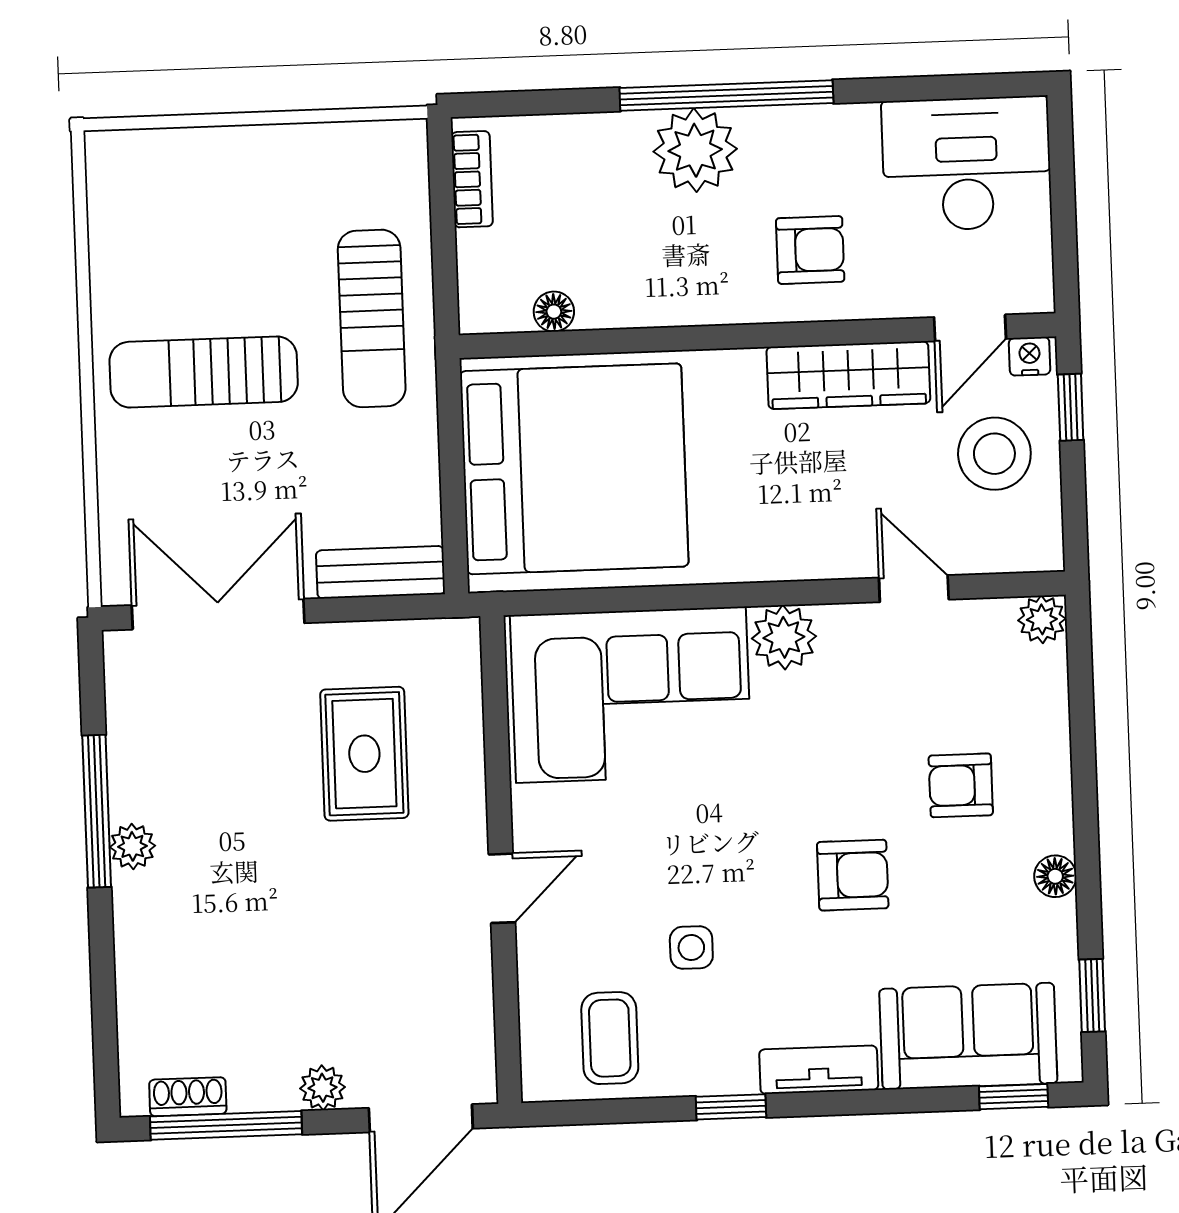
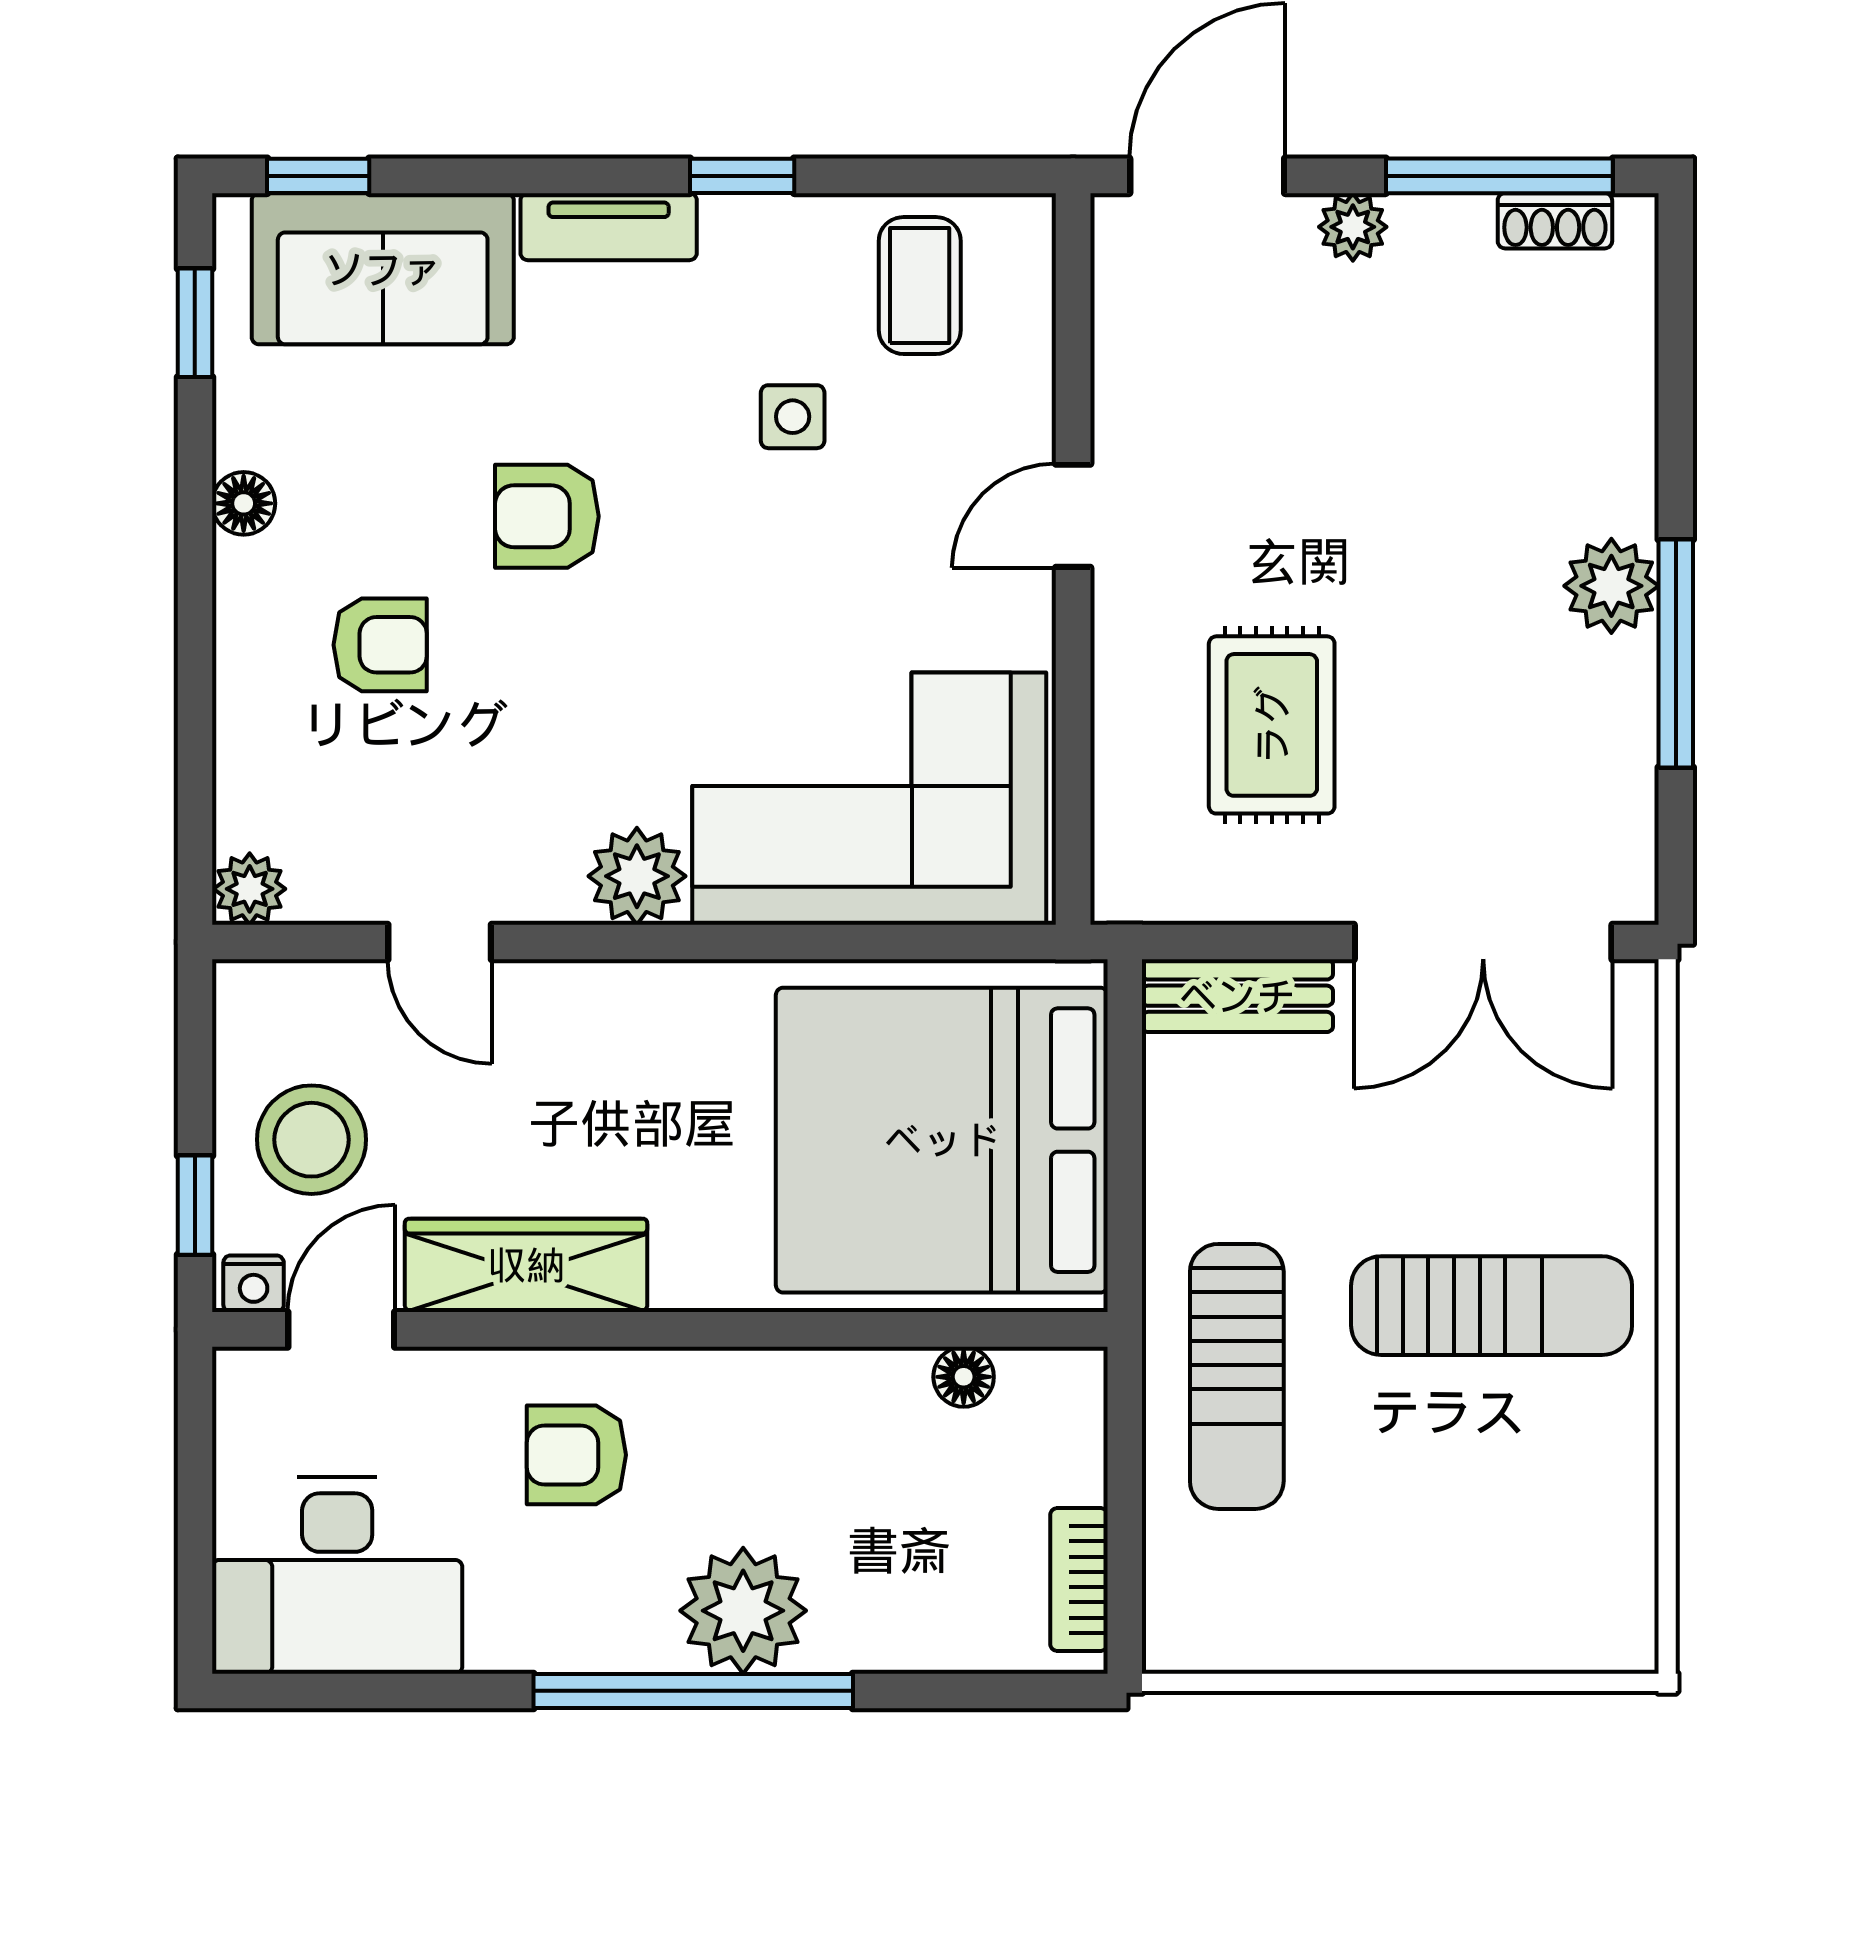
sun lounger: (372, 318) -> (1237, 1376), turned 180
plant: (132, 846) -> (1611, 586), width x1.38, depth x1.38

